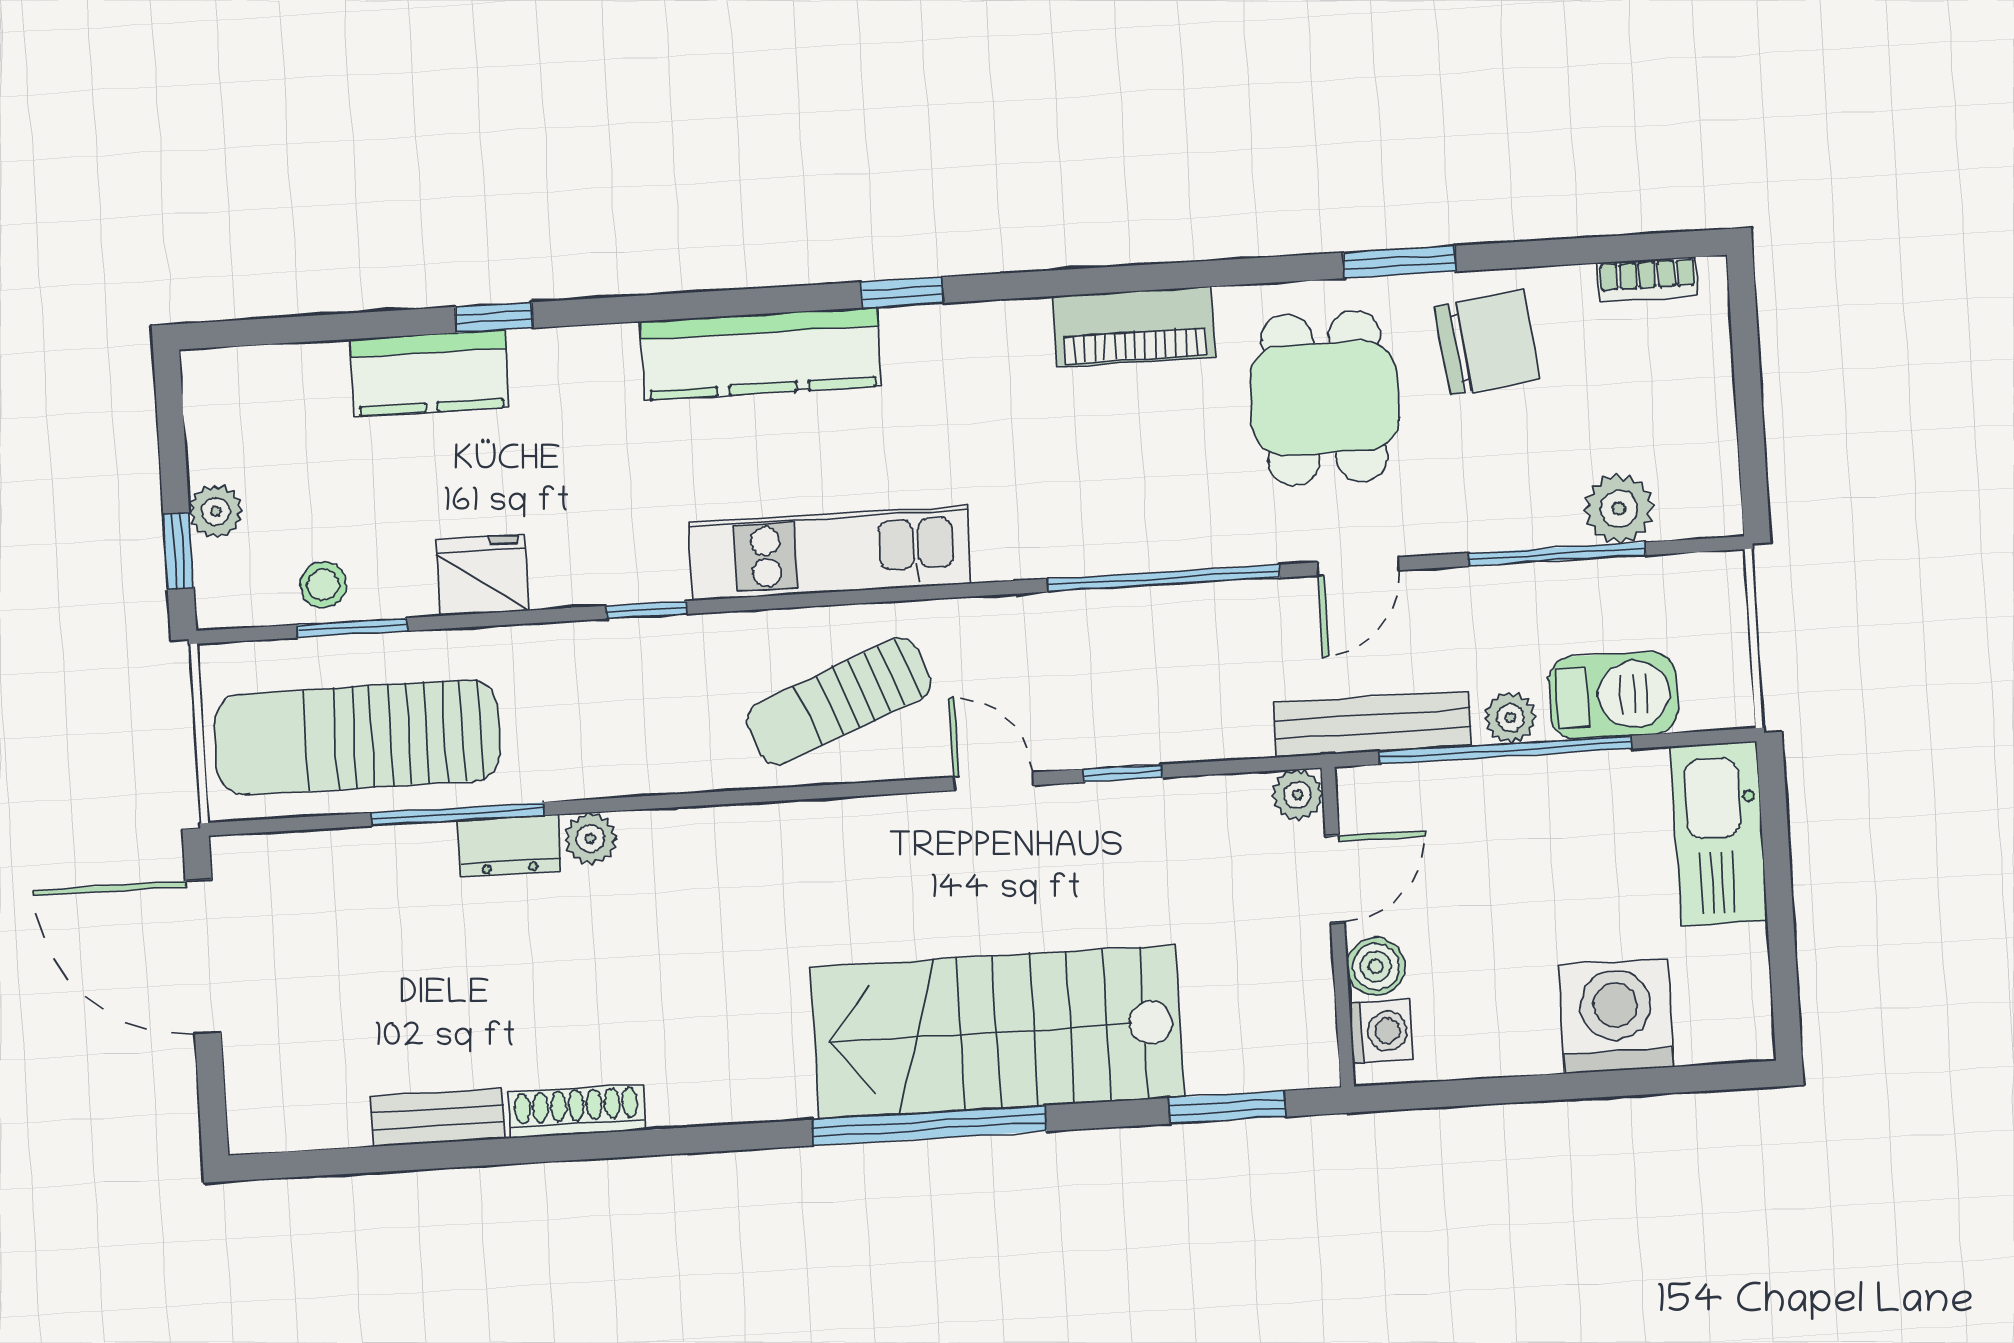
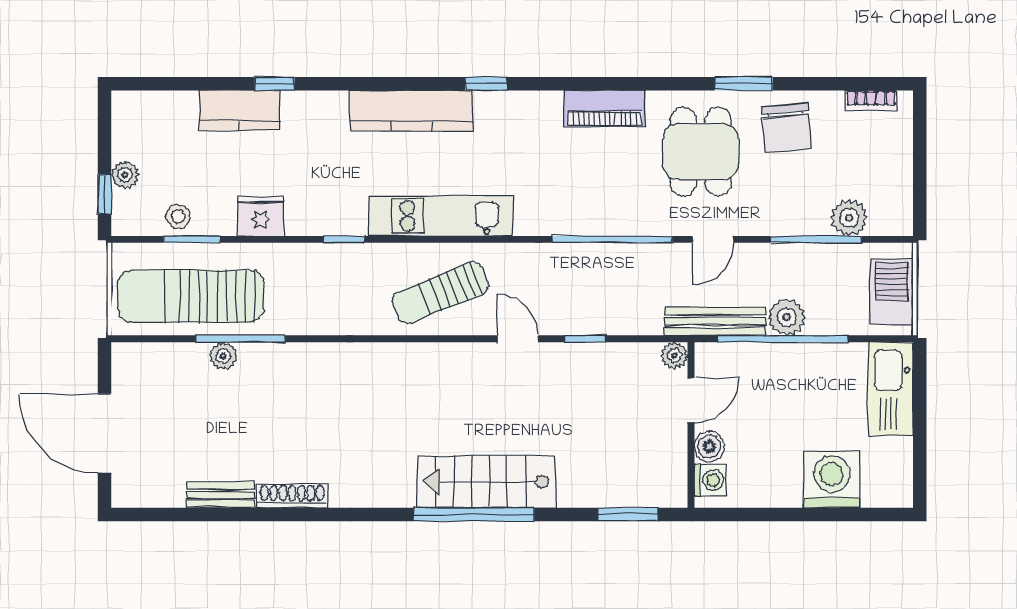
chair: (1487, 343) -> (786, 128), turned 92
barbecue: (1613, 695) -> (892, 291), moved, turned -90
plant: (1511, 717) -> (787, 317), width x1.38, depth x1.38
plant: (590, 839) -> (223, 356), moved
dresser: (509, 846) -> (266, 357), removed
door: (203, 957) -> (104, 433), moved
stairs: (997, 1032) -> (487, 482), width x0.73, depth x0.66

